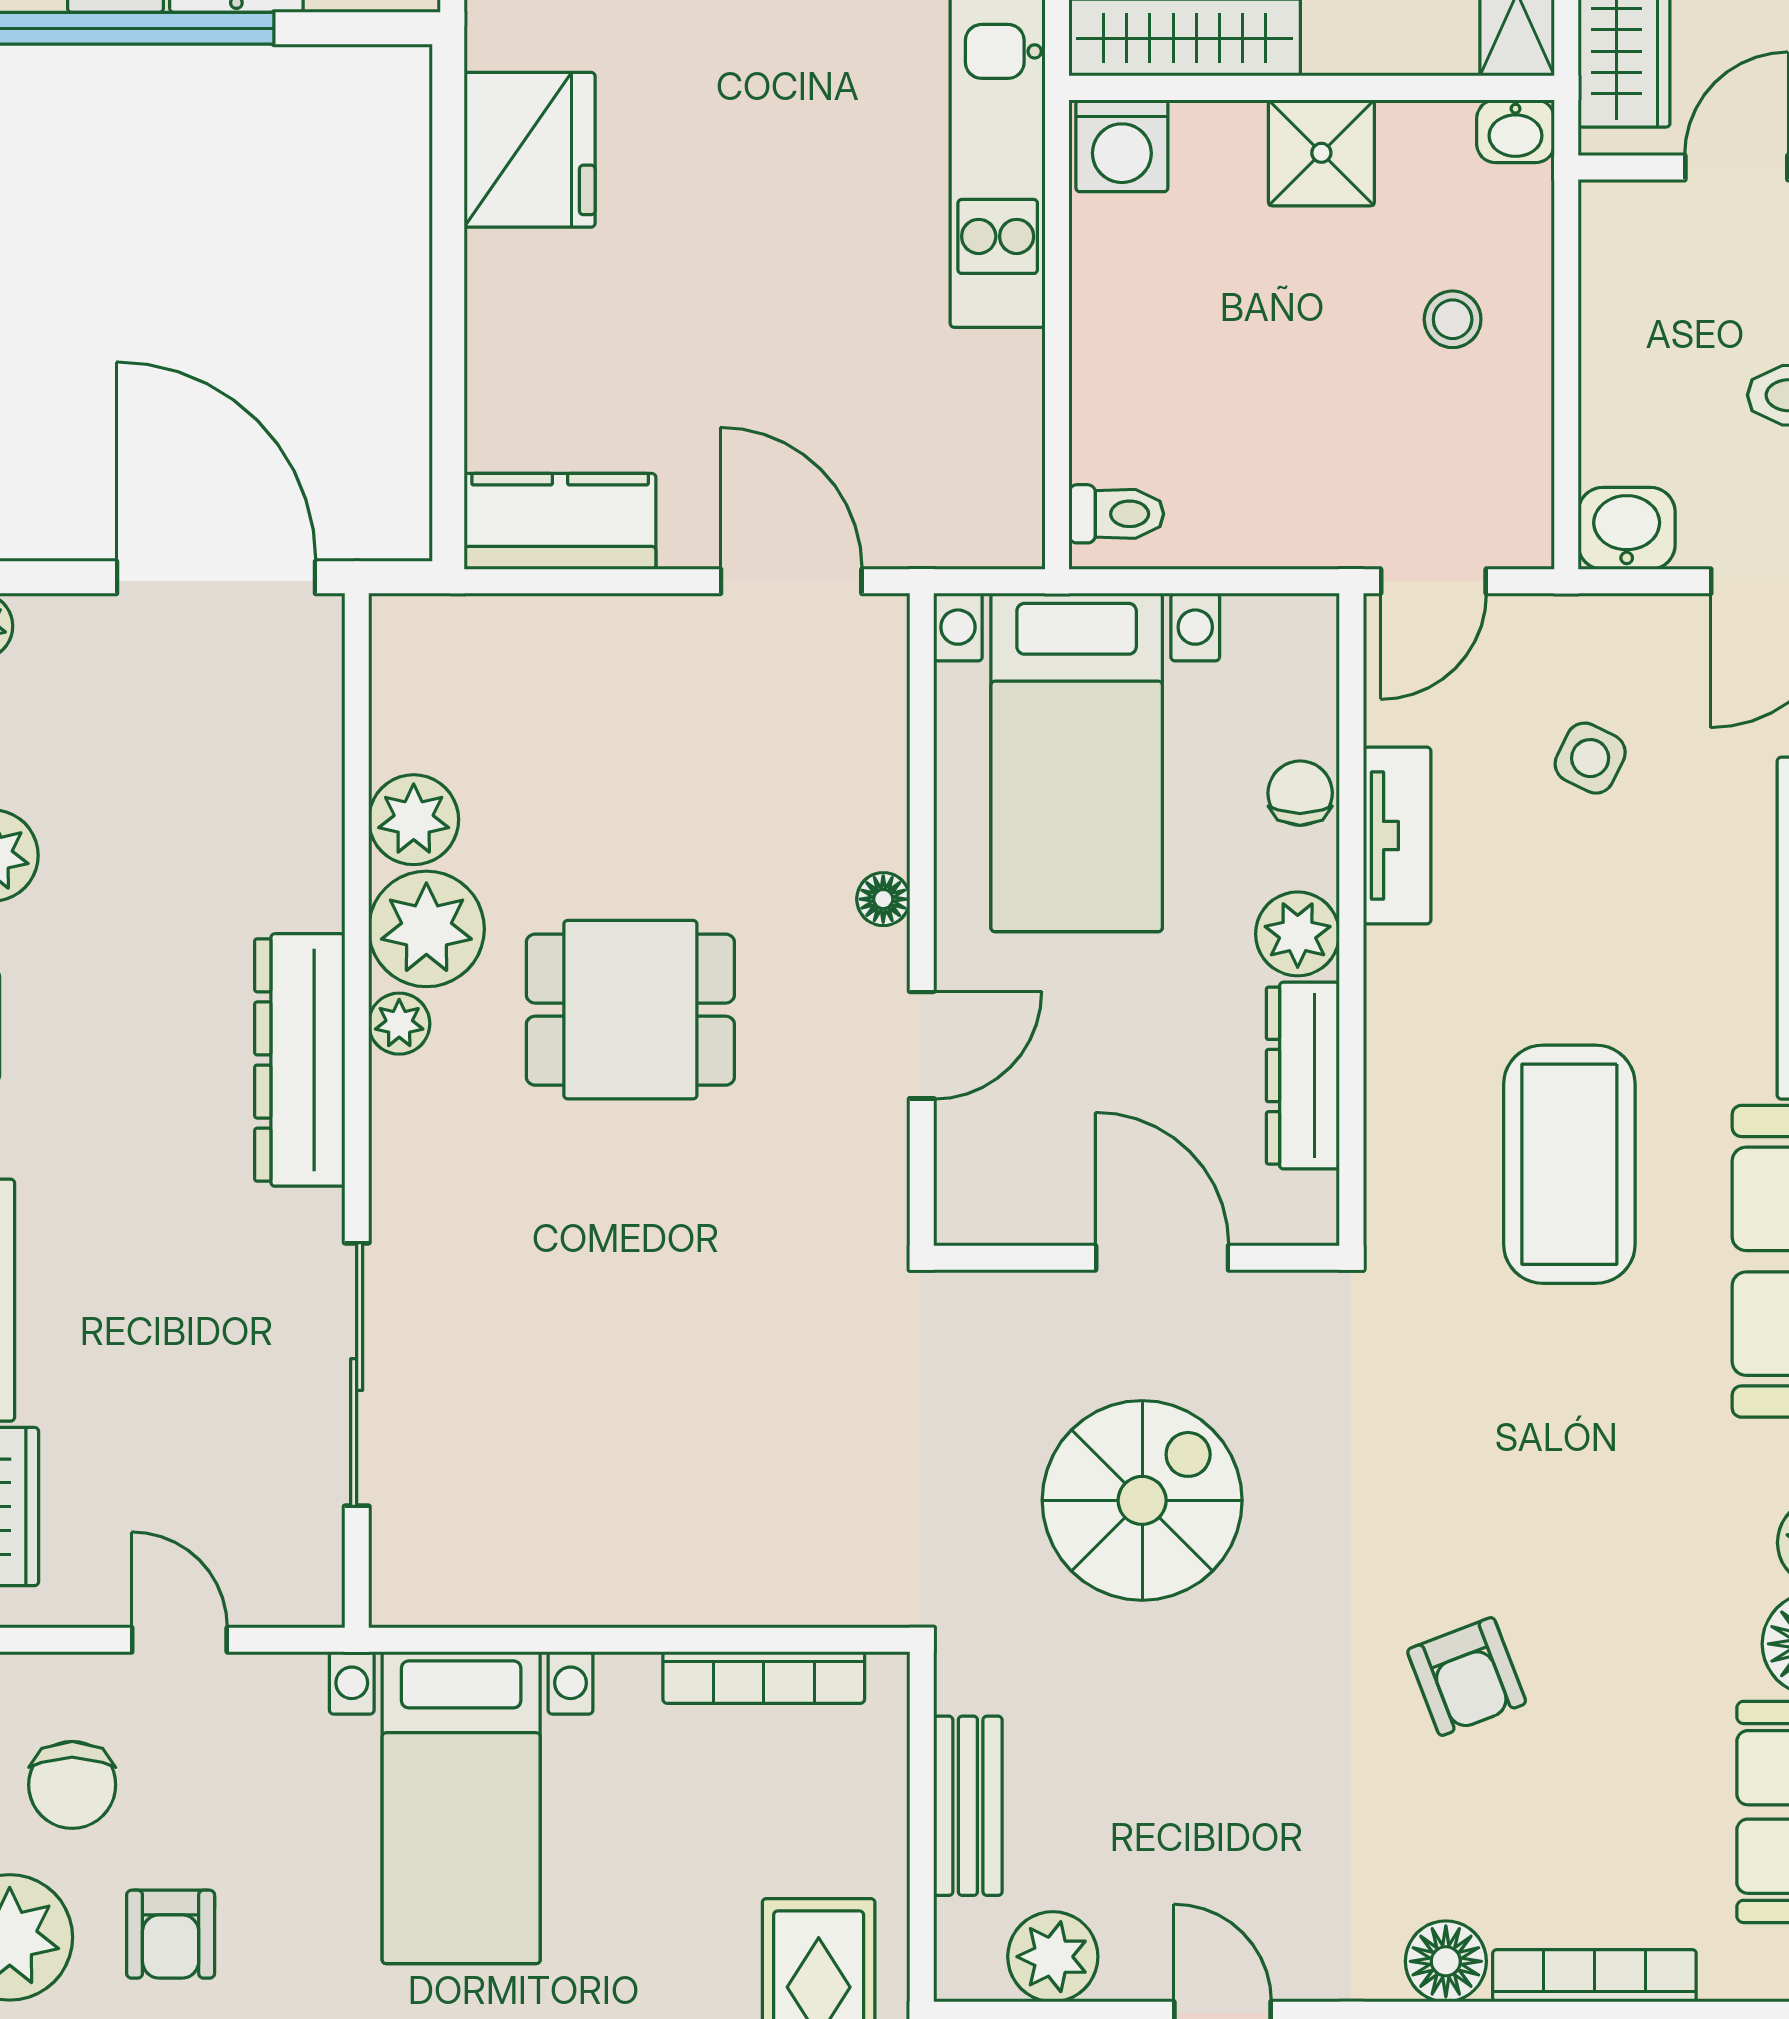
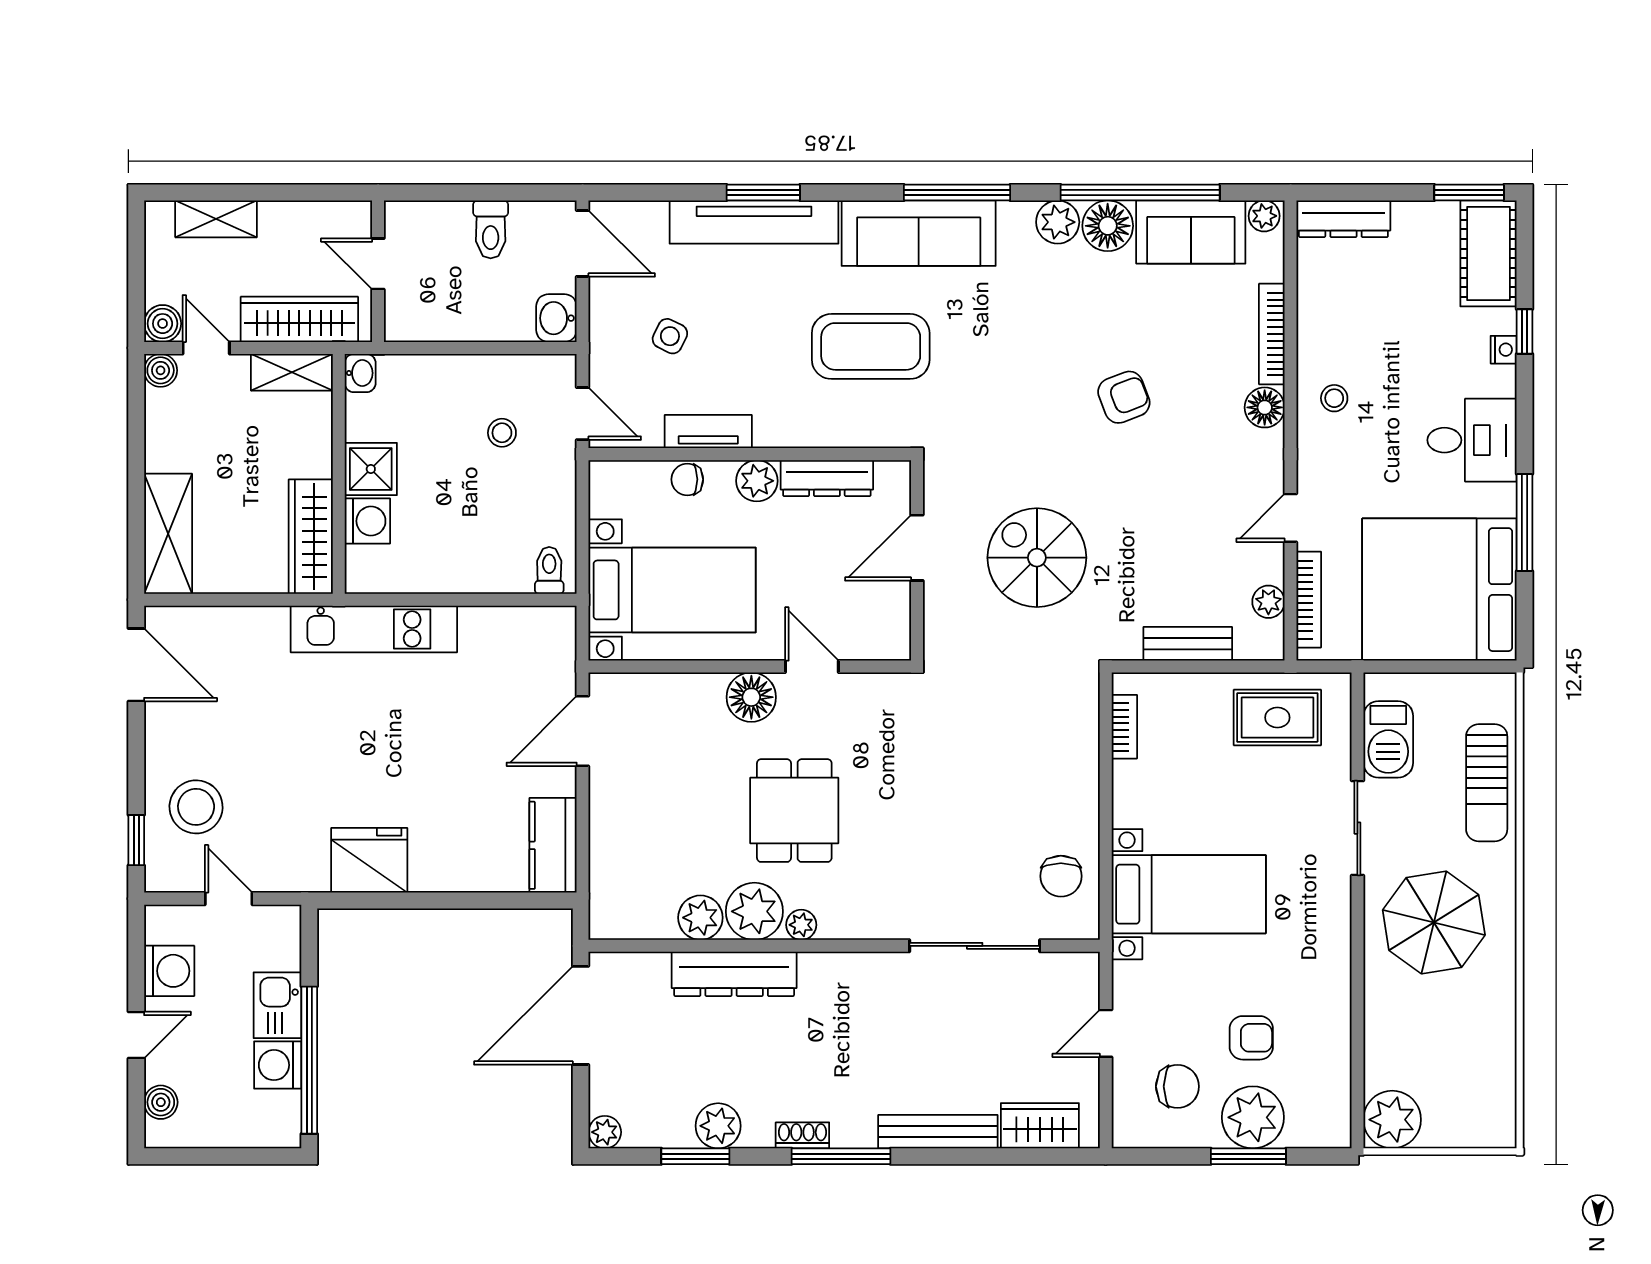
washing machine: (1122, 146) -> (367, 521), moved
stool: (1453, 319) -> (502, 433), moved
floor lamp: (883, 899) -> (751, 697), width x1.89, depth x1.89
dresser: (300, 1060) -> (734, 974), moved
chair: (498, 1549) -> (1061, 876), added
bookcase: (764, 1677) -> (1124, 727), width x0.64
plant: (1053, 1957) -> (1268, 602), width x0.73, depth x0.73

